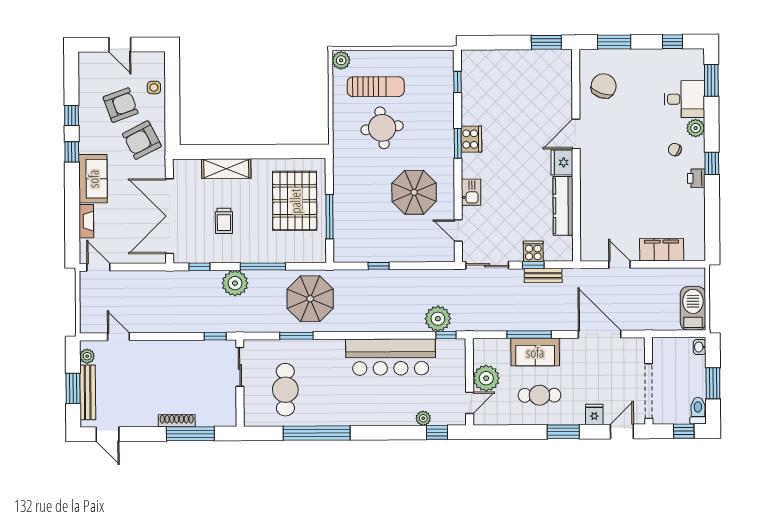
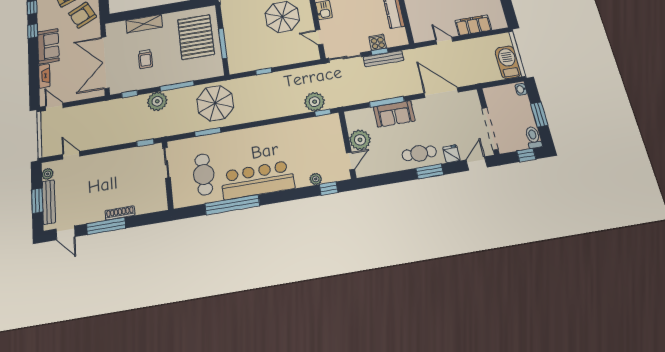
bench: (543, 276) -> (383, 59), width x1.36
bar counter: (391, 357) -> (258, 180), moved, turned 180
cafe table: (539, 395) -> (419, 153), moved
window: (190, 434) -> (106, 226), moved

